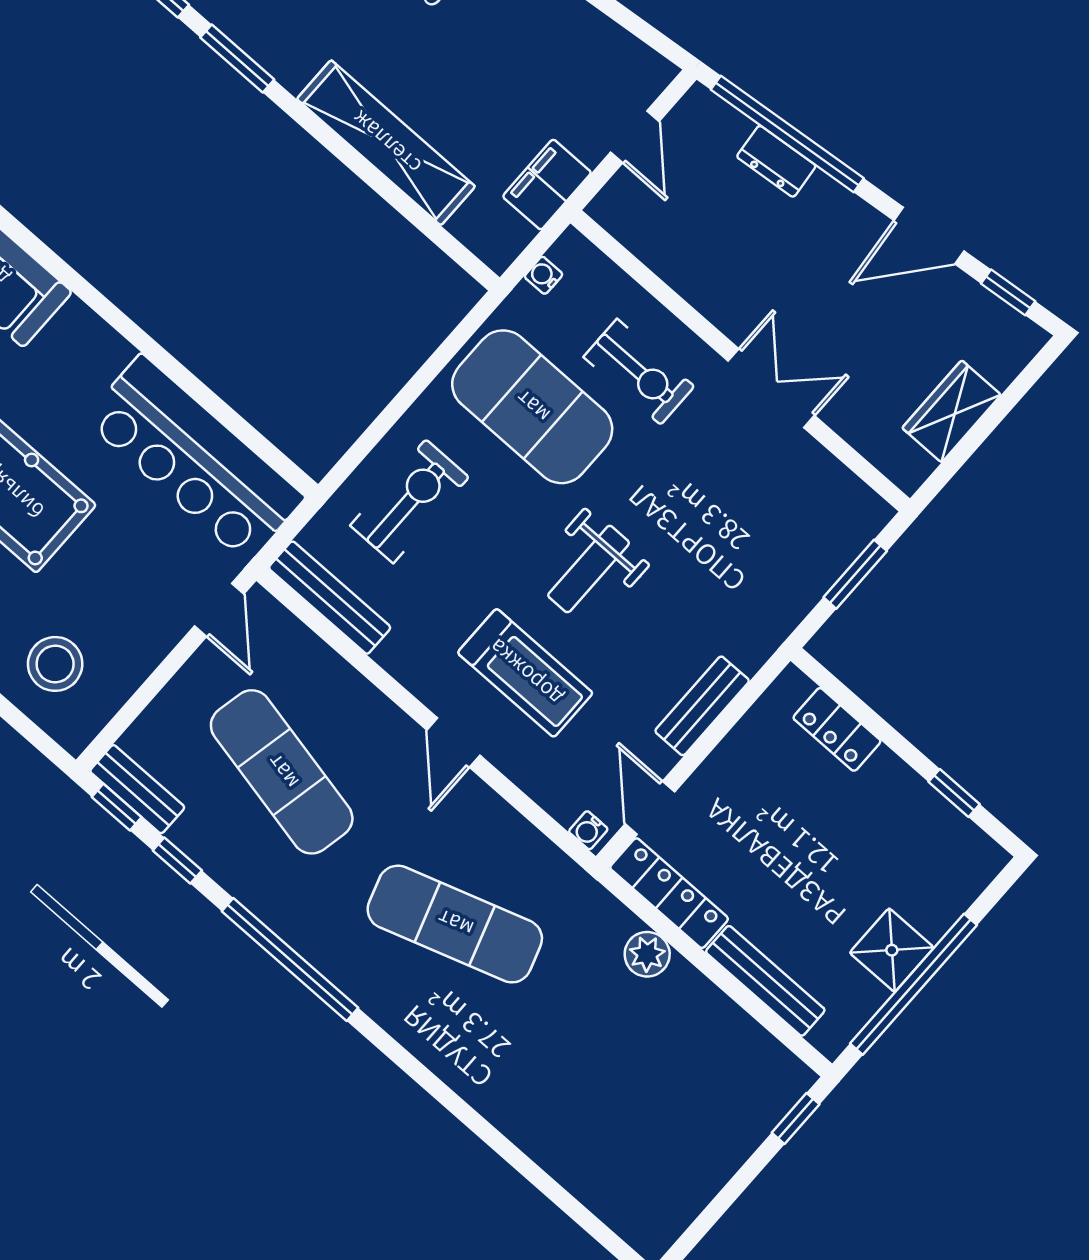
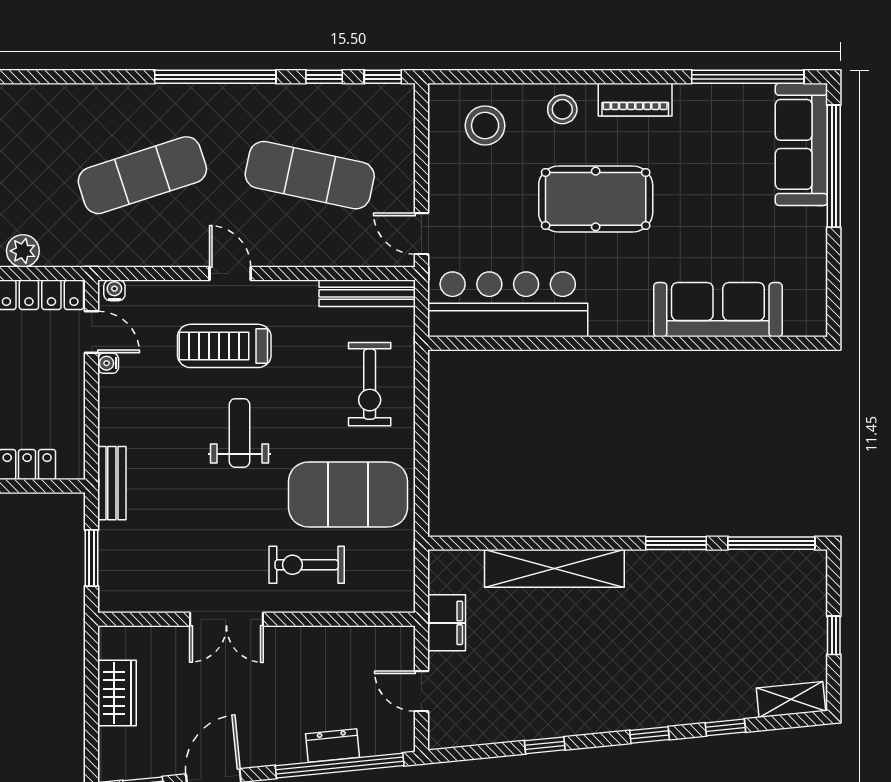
water cooler: (544, 275) -> (108, 363), moved, turned 180
bench: (702, 706) -> (112, 483), moved
bench: (137, 789) -> (380, 97), removed

